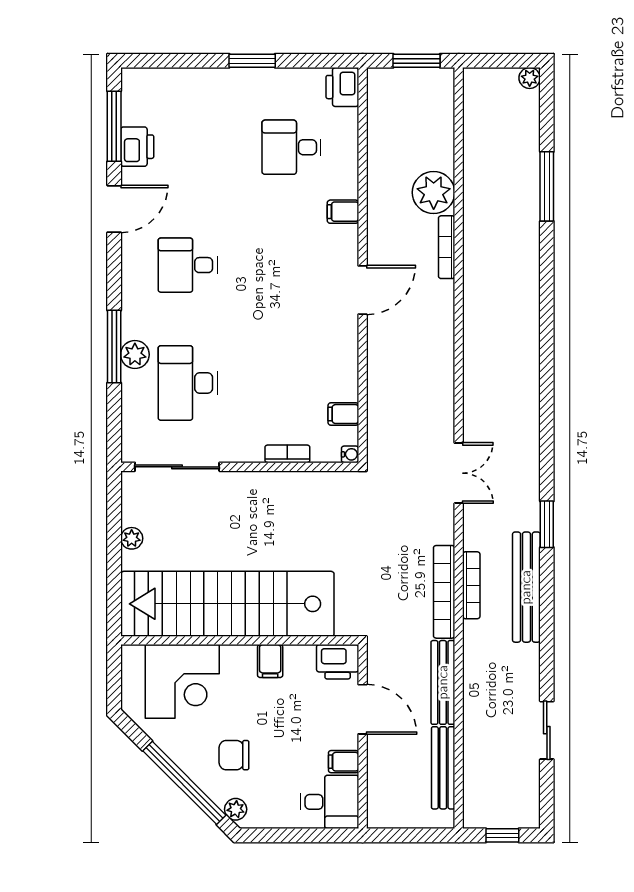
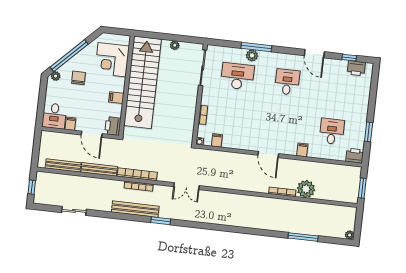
window: (252, 61) -> (369, 132), moved
window: (114, 126) -> (349, 58), width x0.46
printer: (137, 147) -> (356, 68), moved
door: (363, 709) -> (92, 134), hinge flipped

